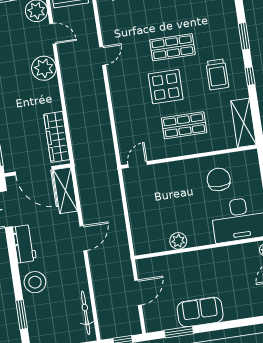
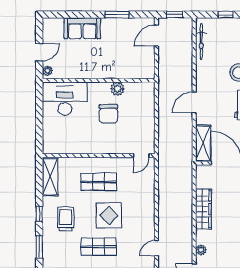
plant: (44, 68) -> (201, 250), width x0.53, depth x0.53
wardrobe: (57, 137) -> (203, 209), moved
chair: (219, 179) -> (108, 114), moved
door: (138, 293) -> (156, 36), moved
sofa: (200, 312) -> (82, 28), moved
window: (179, 332) -> (117, 15), moved

